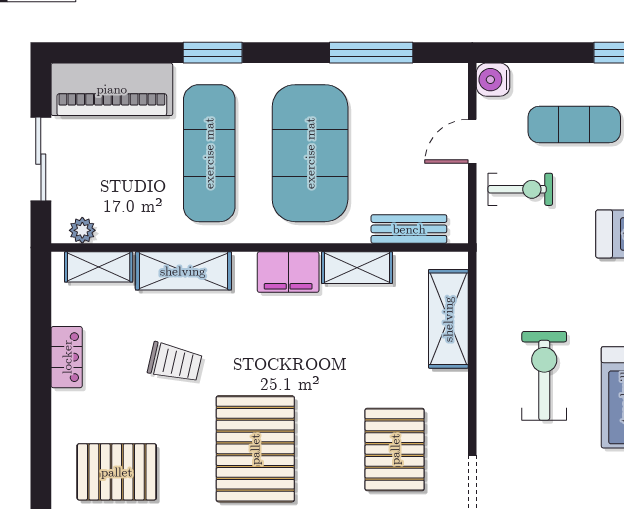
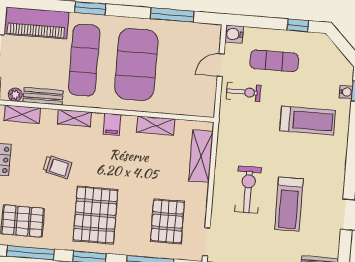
bench: (409, 229) -> (43, 96), moved
shelving: (183, 271) -> (74, 118), width x0.67, depth x0.75
filing cabinet: (288, 272) -> (112, 124), width x0.50

